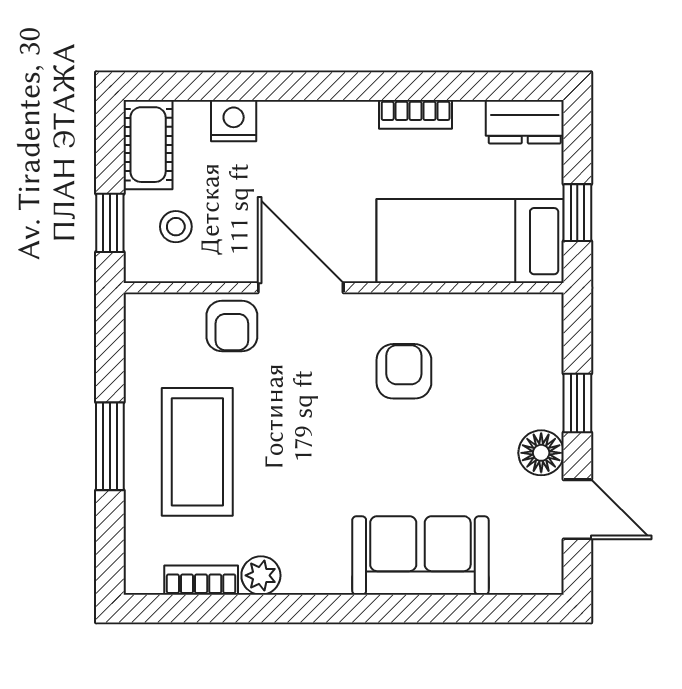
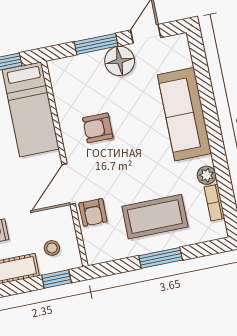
armchair: (232, 326) -> (93, 212), turned 90
window: (577, 403) -> (96, 44), width x1.50
floor lamp: (541, 453) -> (120, 61), width x1.38, depth x1.38
sofa: (420, 556) -> (184, 114), width x1.36

